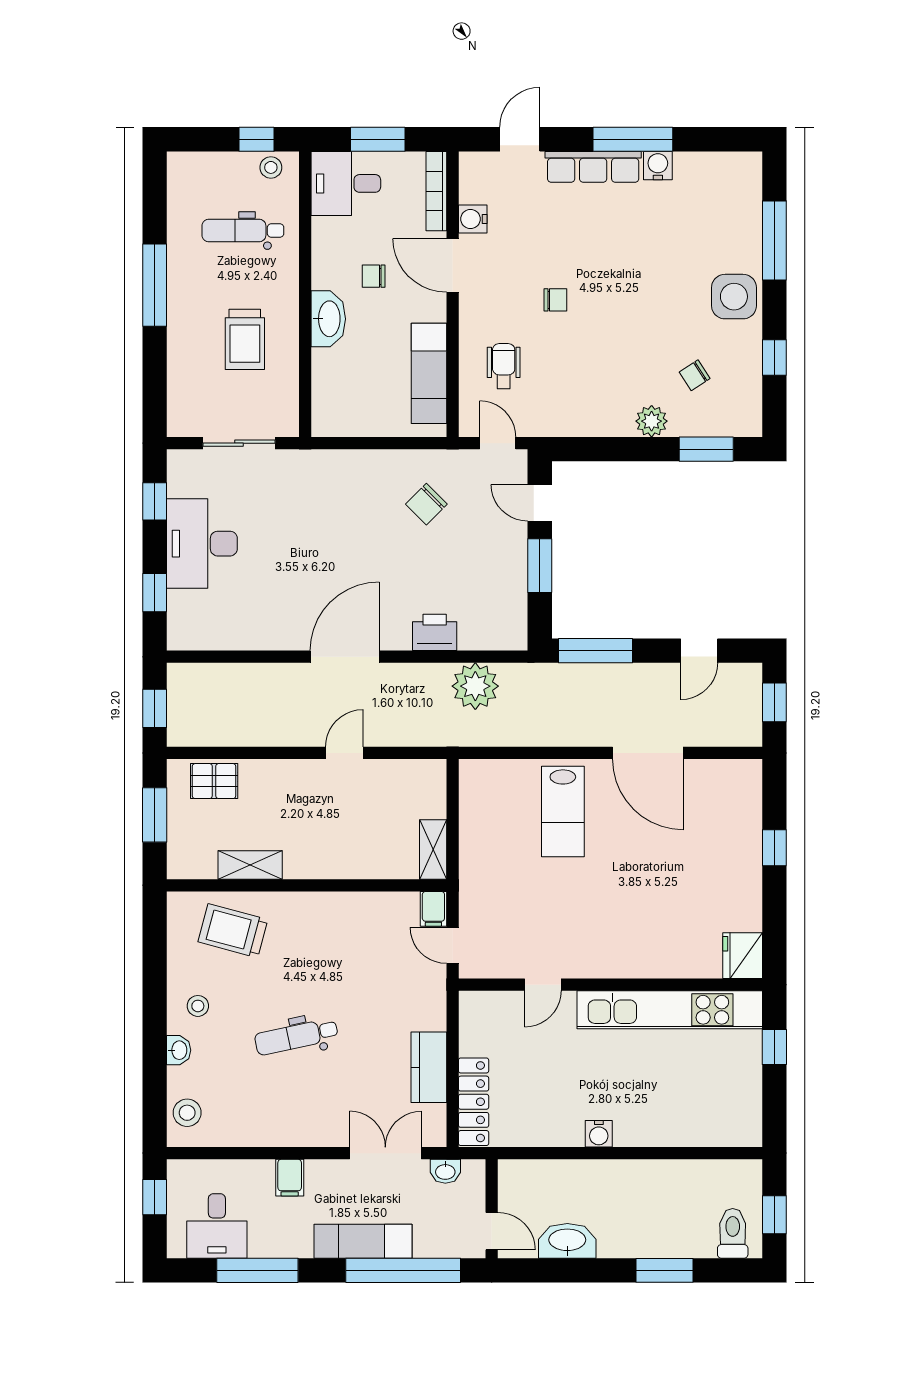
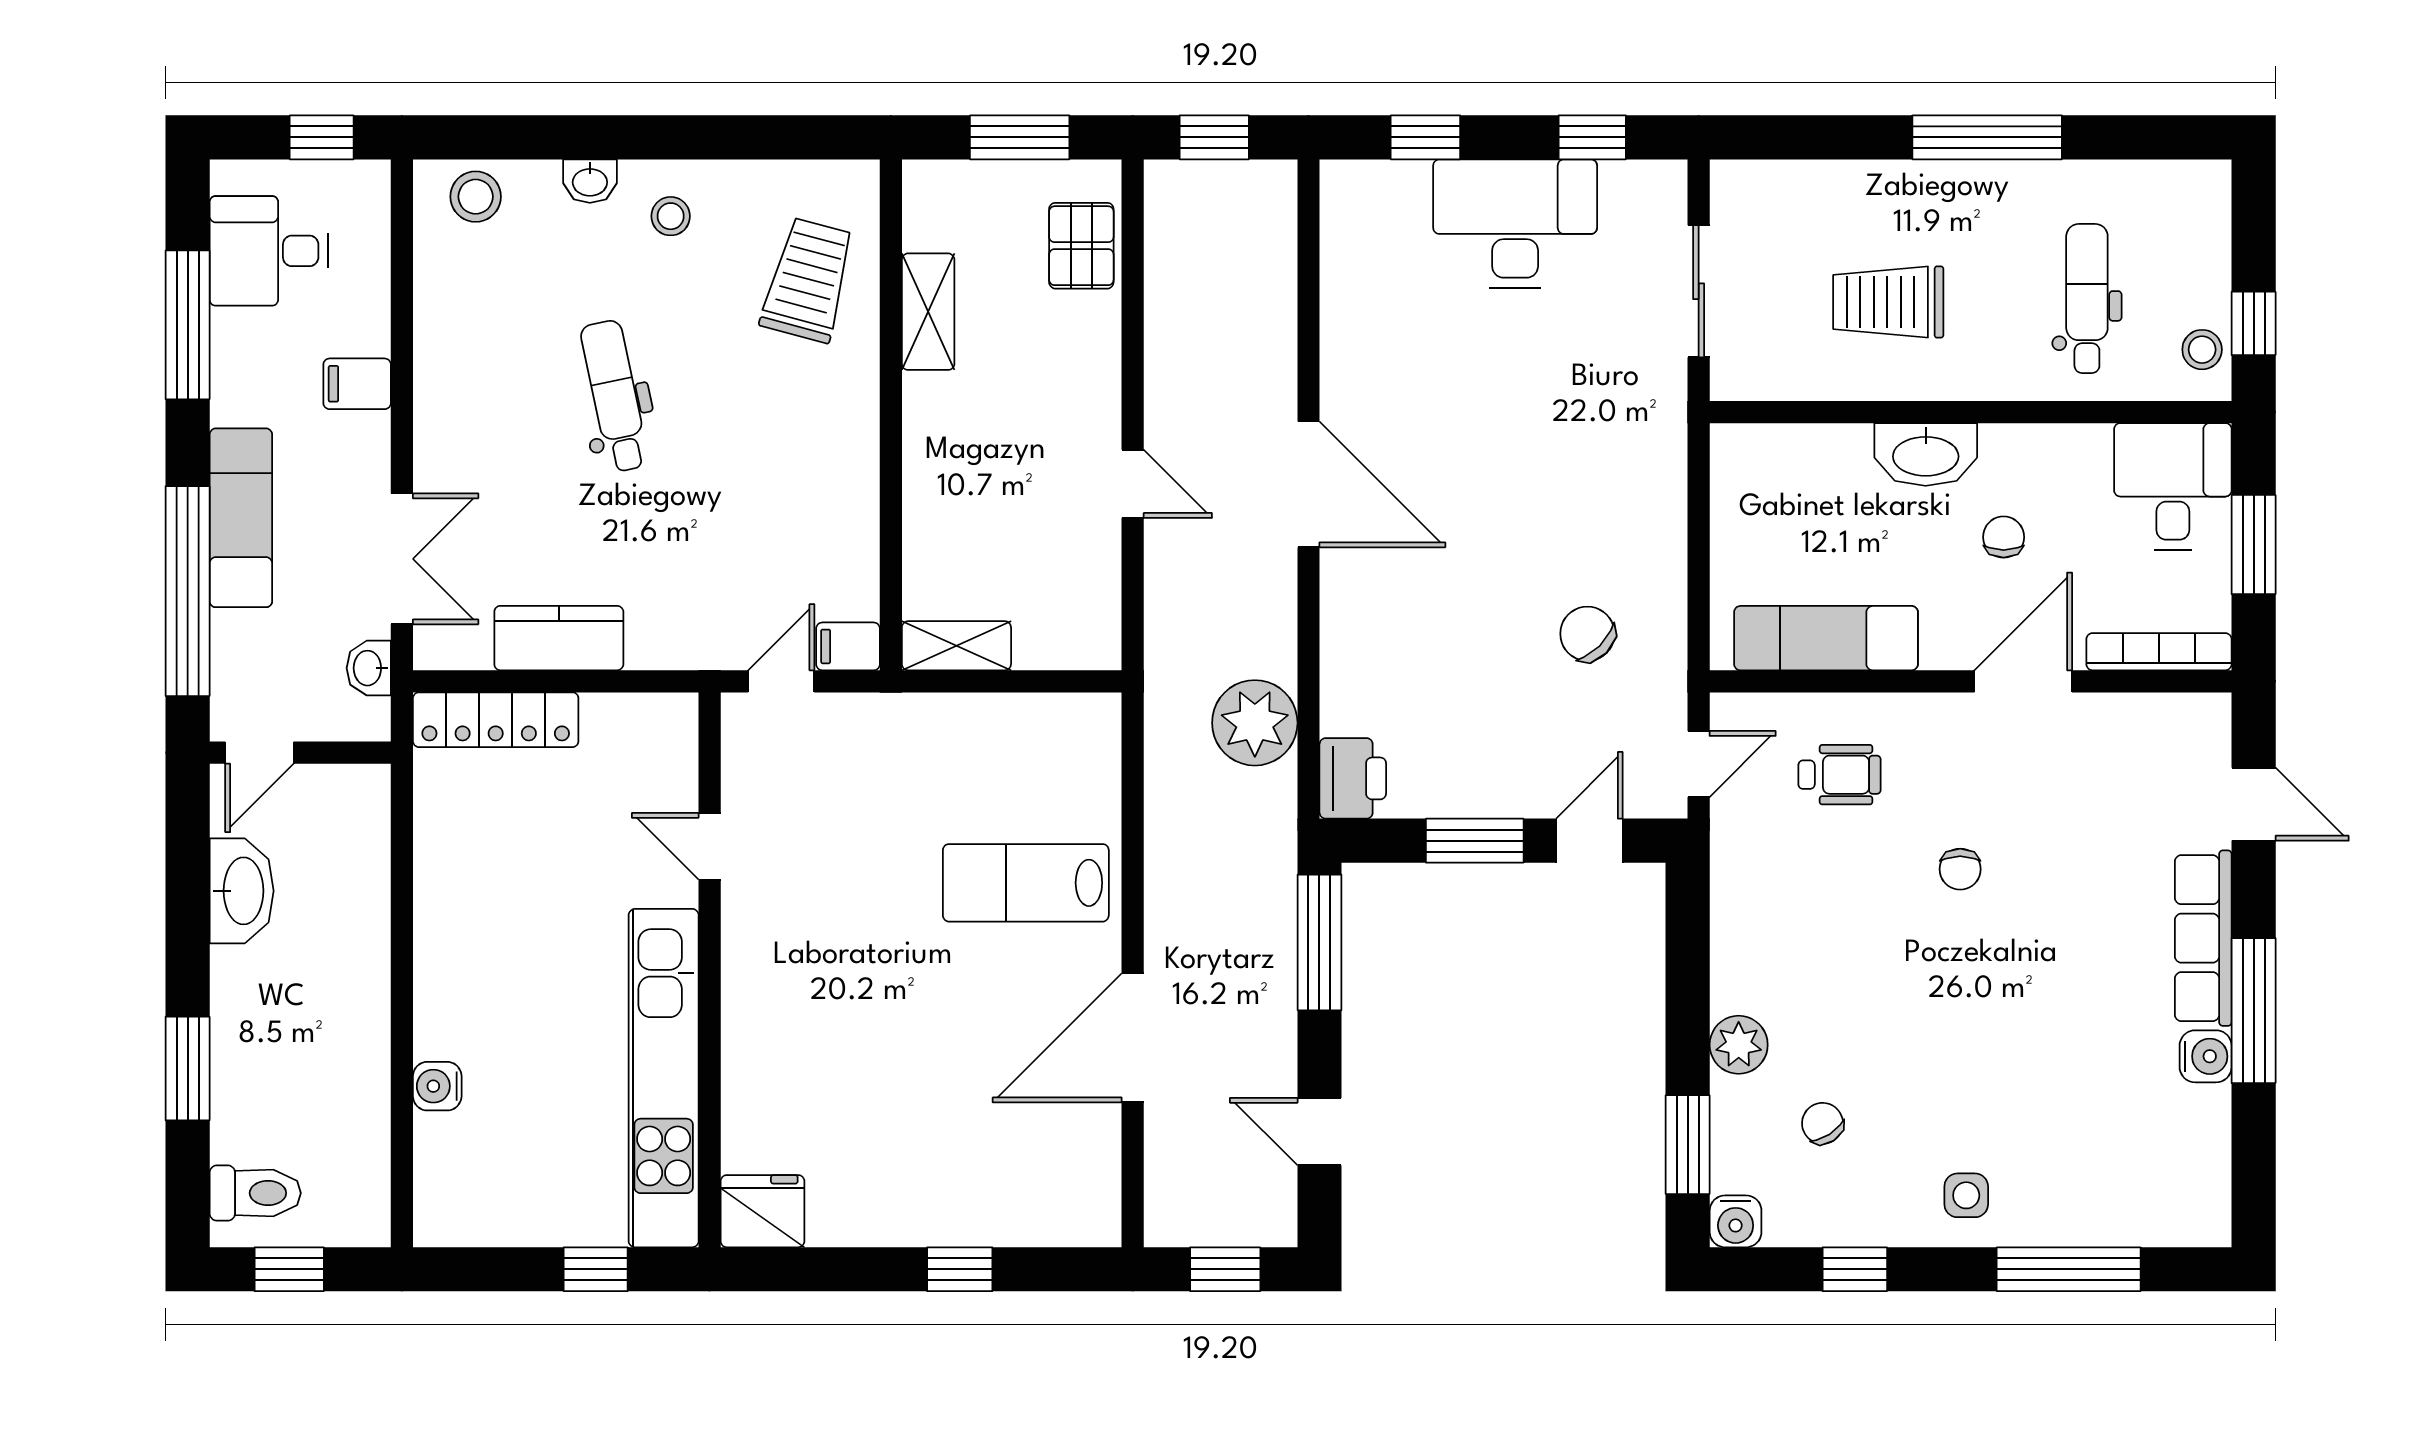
water cooler: (473, 219) -> (1736, 1221), moved, turned 180
side table: (734, 297) -> (1966, 1195), width x0.54, depth x0.54
printer: (435, 632) -> (1353, 778), moved
water cooler: (599, 1134) -> (437, 1086), moved

